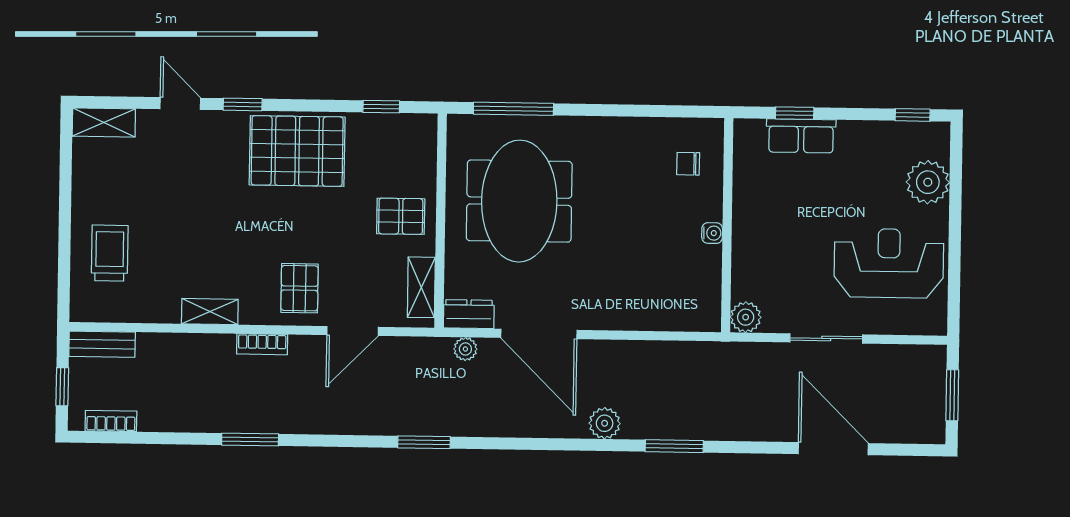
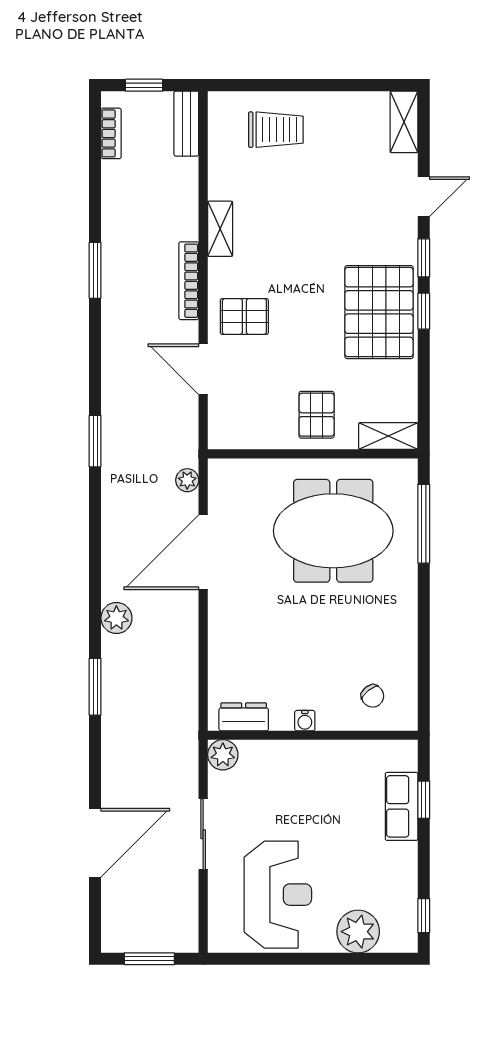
window: (381, 107) -> (424, 311), moved
chair: (688, 164) -> (373, 696), turned 141
shelving: (421, 287) -> (388, 436), moved
dresser: (469, 314) -> (244, 717), moved, turned -90
bookcase: (262, 344) -> (189, 281), width x1.56

